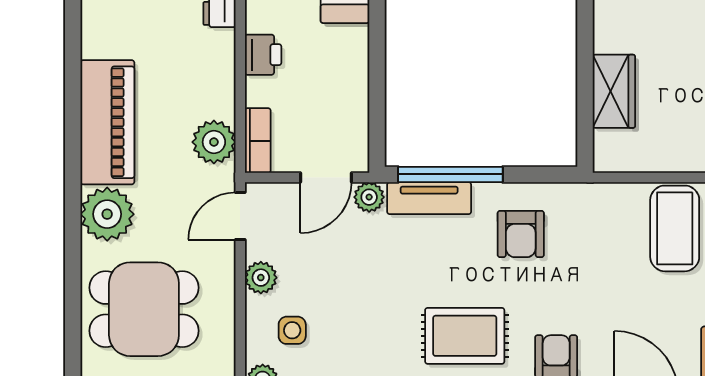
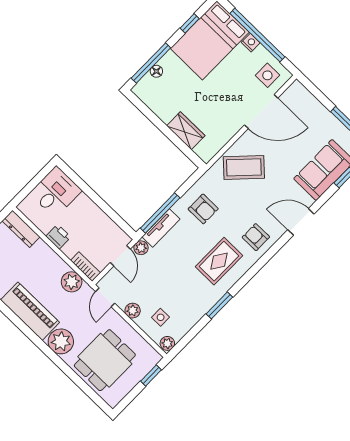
coffee table: (675, 228) -> (244, 167), moved, turned -46

